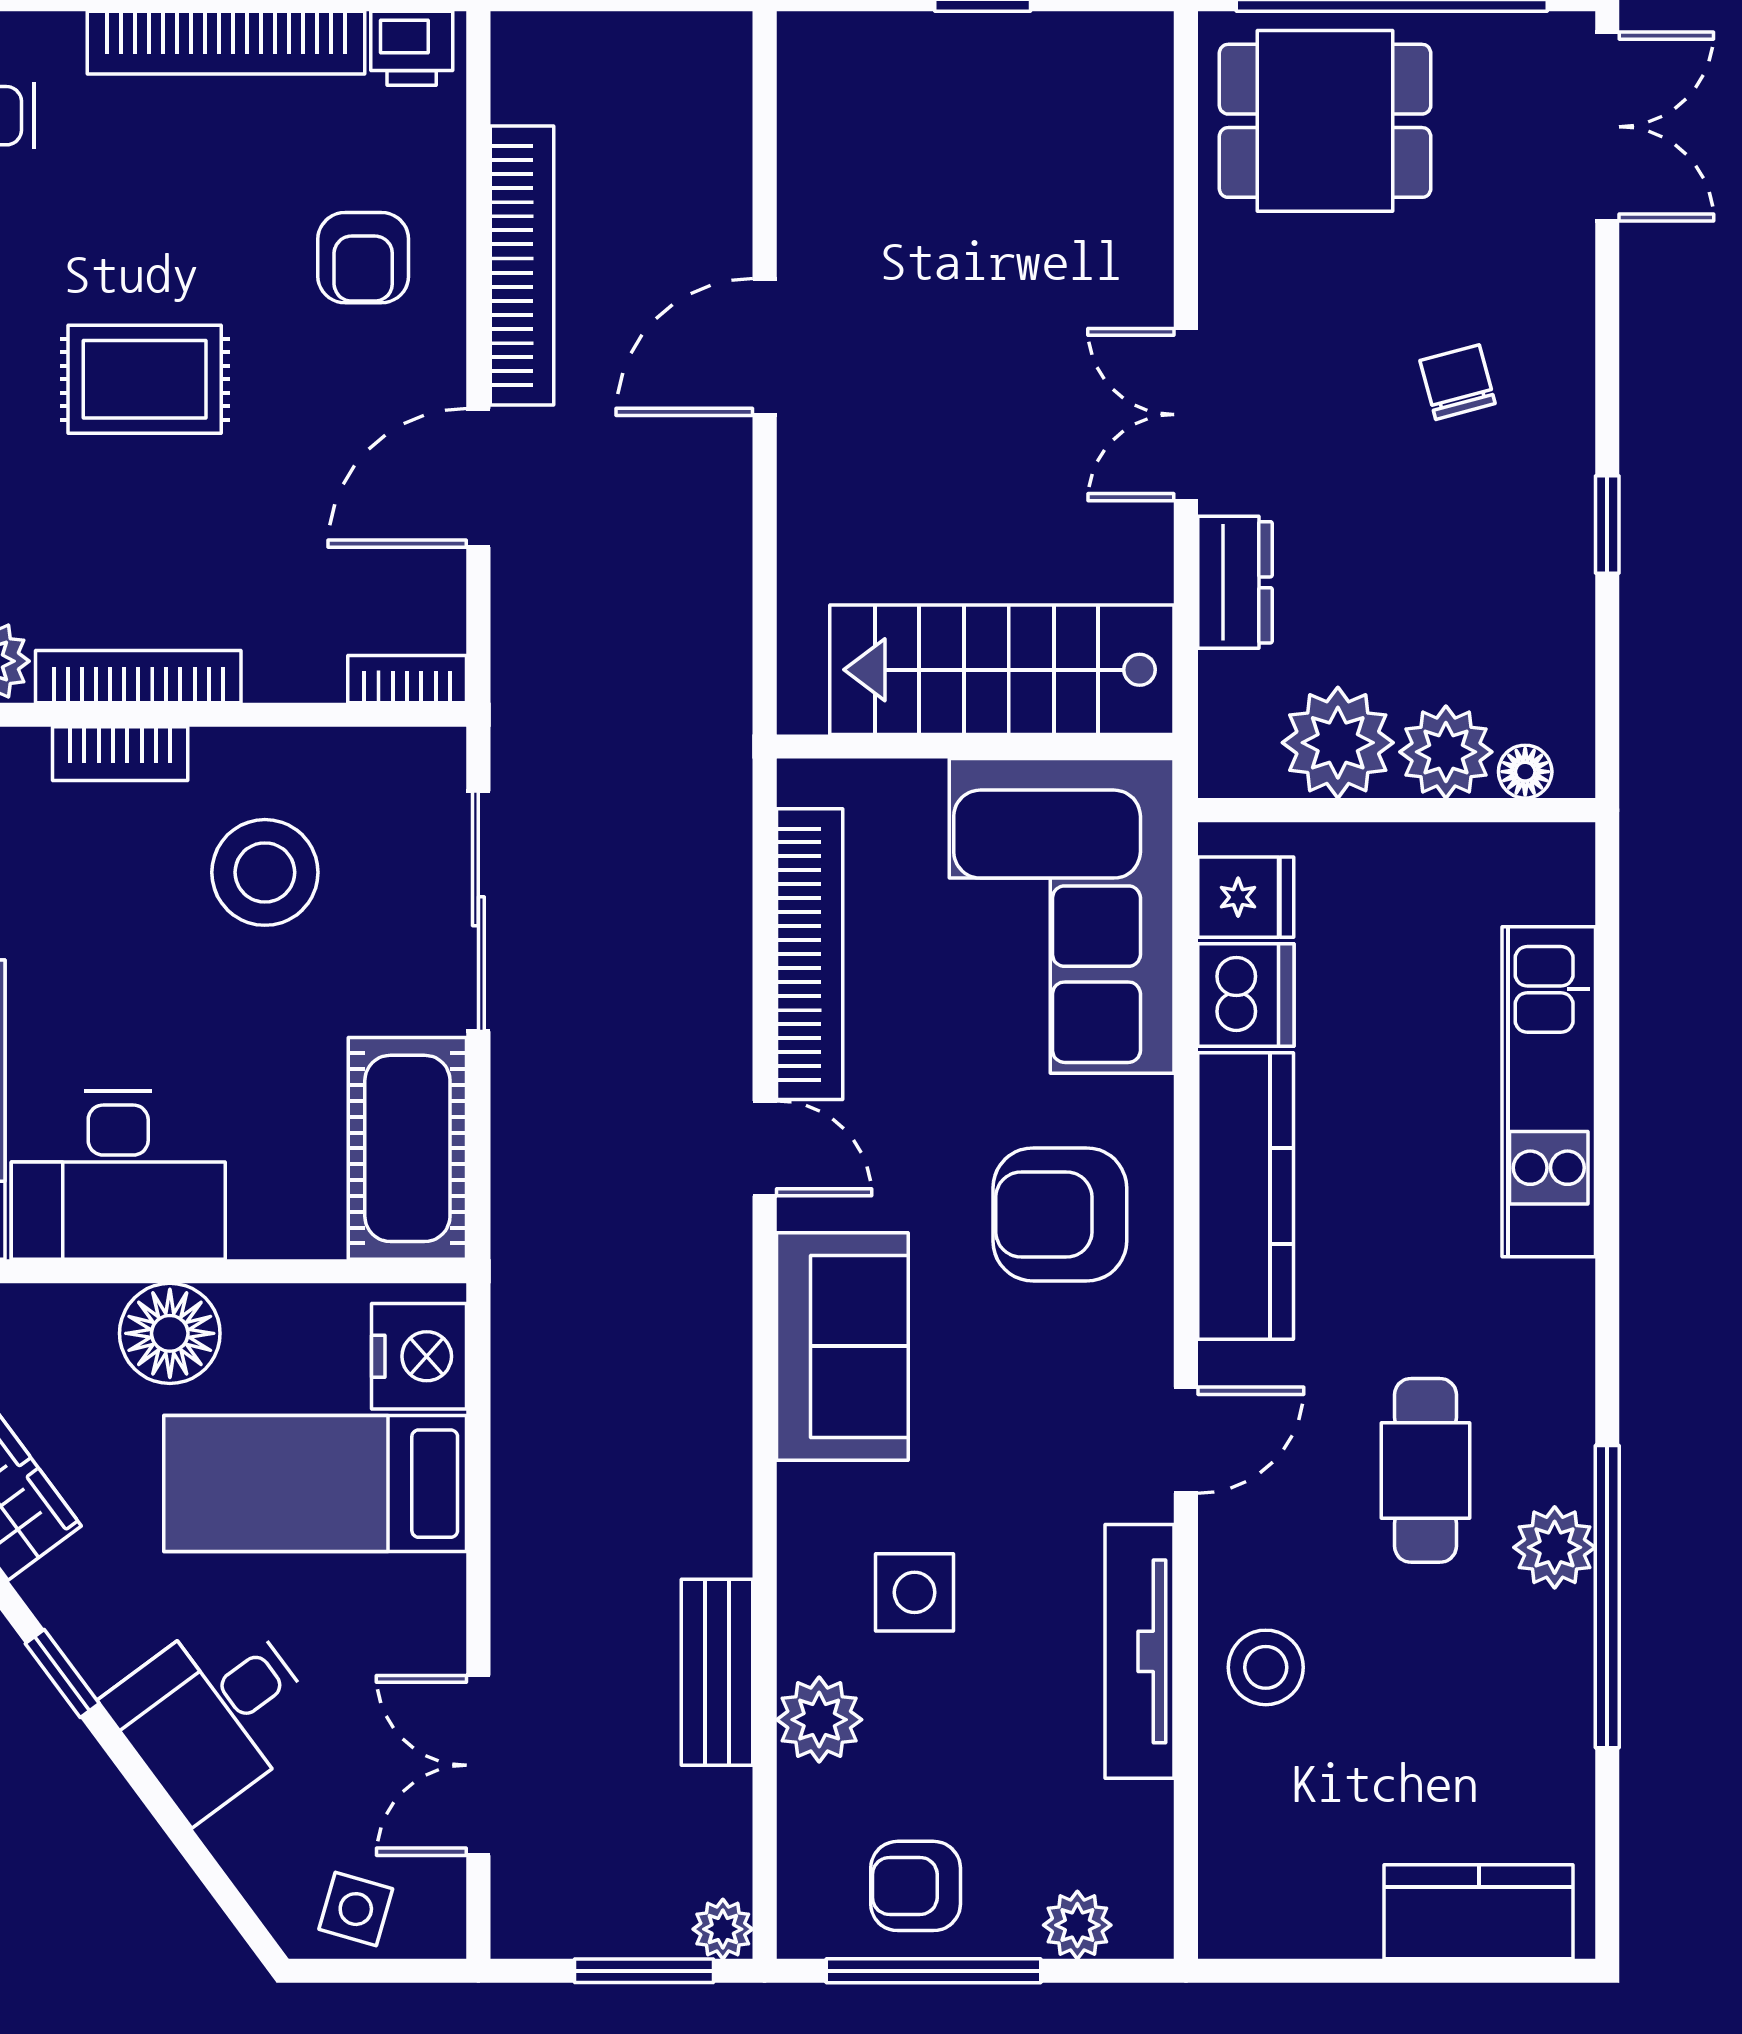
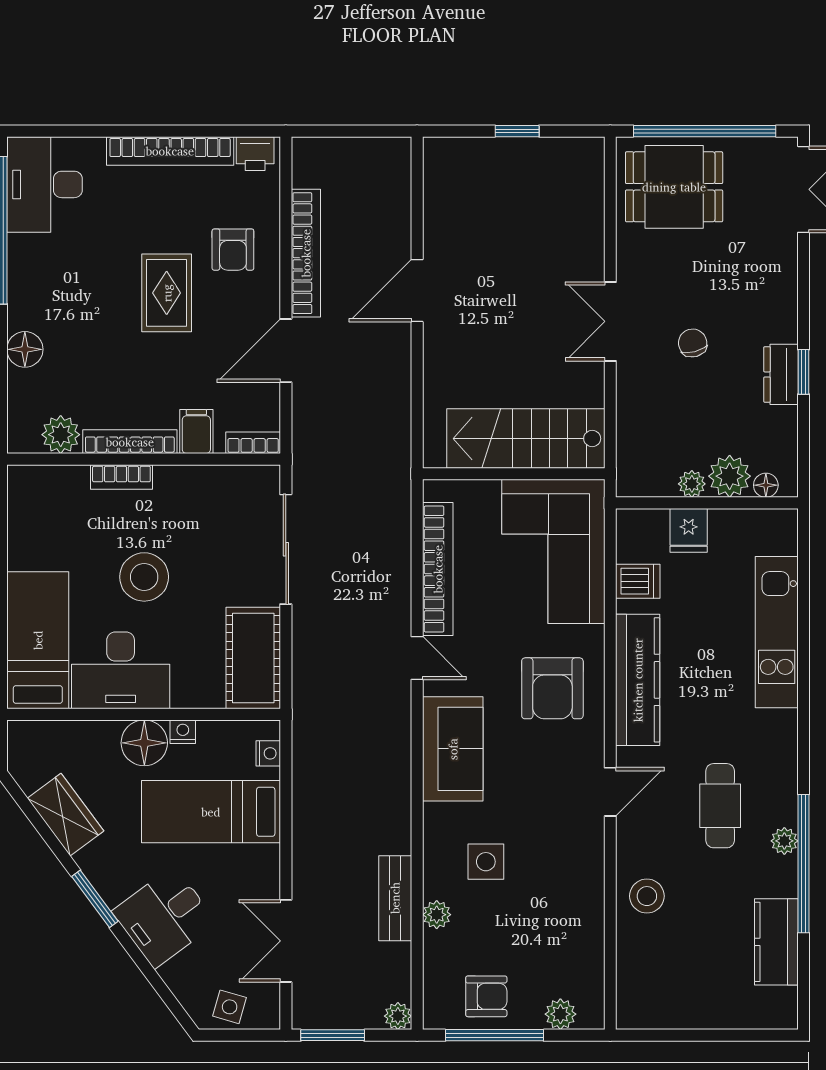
rug: (145, 379) -> (167, 293), moved, turned 90
chair: (1458, 382) -> (693, 343), moved
dresser: (1235, 582) -> (781, 374), moved, turned 180
filing cabinet: (283, 655) -> (196, 432), added
plant: (1338, 743) -> (692, 484), width x0.53, depth x0.53
stool: (265, 872) -> (144, 577), moved
fridge: (1246, 897) -> (689, 530), moved, turned 90
dishwasher: (1246, 995) -> (638, 581), width x0.73
armchair: (1060, 1214) -> (552, 688), turned -90
nightstand: (254, 1309) -> (183, 732), added
nightstand: (419, 1356) -> (268, 753), width x0.53, depth x0.56
plant: (1555, 1547) -> (784, 841), width x0.73, depth x0.73
tv unit: (1140, 1651) -> (589, 889), removed
window: (62, 1673) -> (95, 899), width x1.50
plant: (819, 1720) -> (437, 915), width x0.73, depth x0.73
armchair: (916, 1886) -> (486, 996), turned 180
kitchen counter: (1479, 1912) -> (776, 942), moved, turned -90
window: (644, 1971) -> (333, 1035), moved

